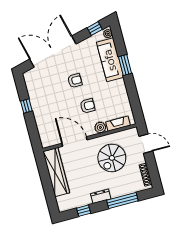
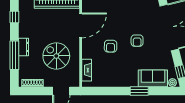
sofa: (110, 60) -> (153, 78), width x0.73
plant: (100, 127) -> (87, 53), removed
dresser: (101, 196) -> (23, 47), moved

